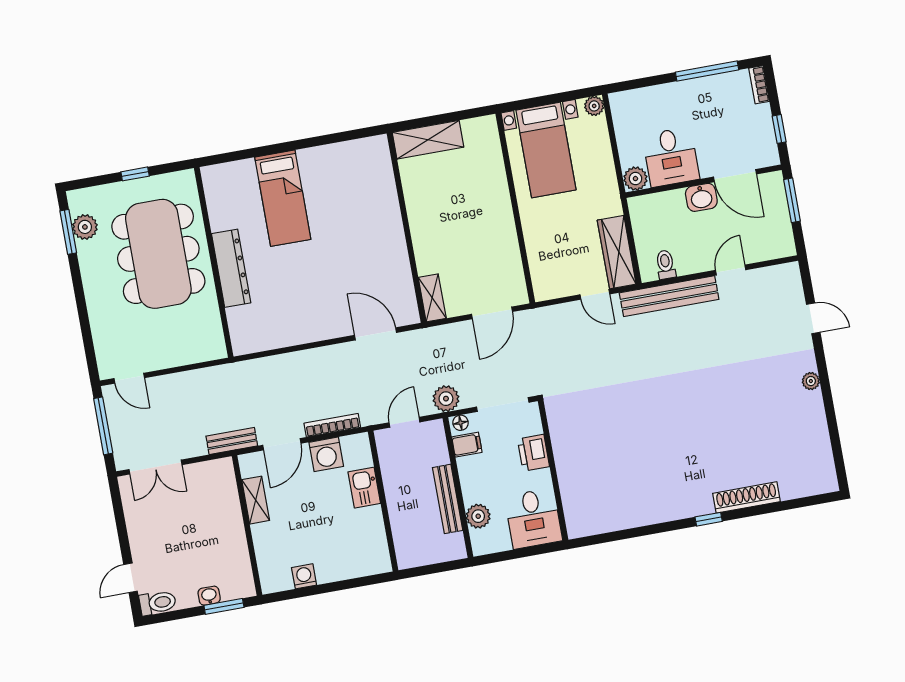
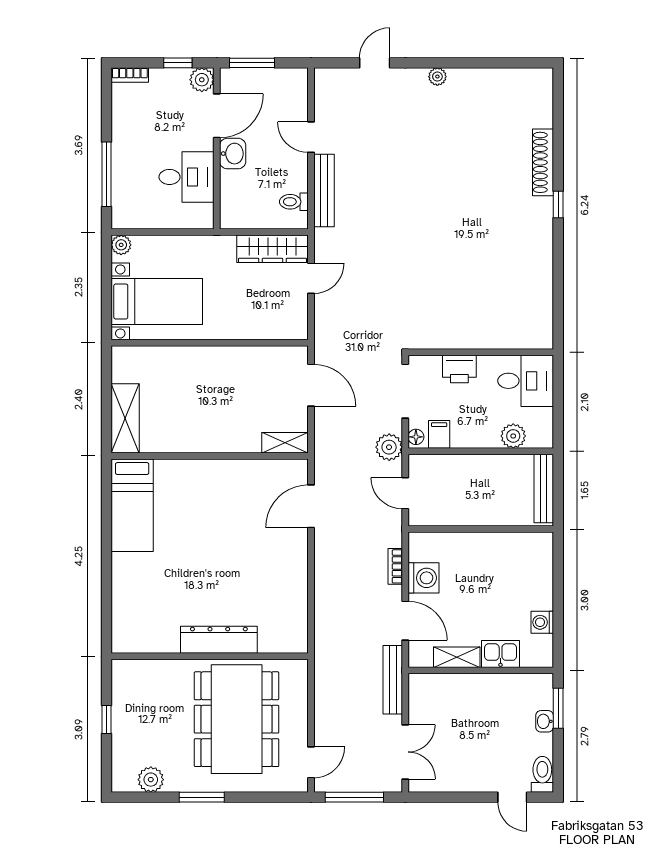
window: (707, 71) -> (106, 174), moved
plant: (635, 179) -> (202, 80), moved
bed: (283, 198) -> (132, 505), moved, turned 90
window: (68, 232) -> (202, 797), moved
dining table: (158, 254) -> (237, 719), moved, turned 90
bench: (669, 296) -> (324, 191), width x0.73, depth x0.82
bookcase: (332, 425) -> (395, 566), width x0.64
bench: (232, 441) -> (393, 680), width x1.36
kitchen sink: (364, 488) -> (501, 654), moved, turned 180
bench: (448, 499) -> (544, 488), moved, turned 90

